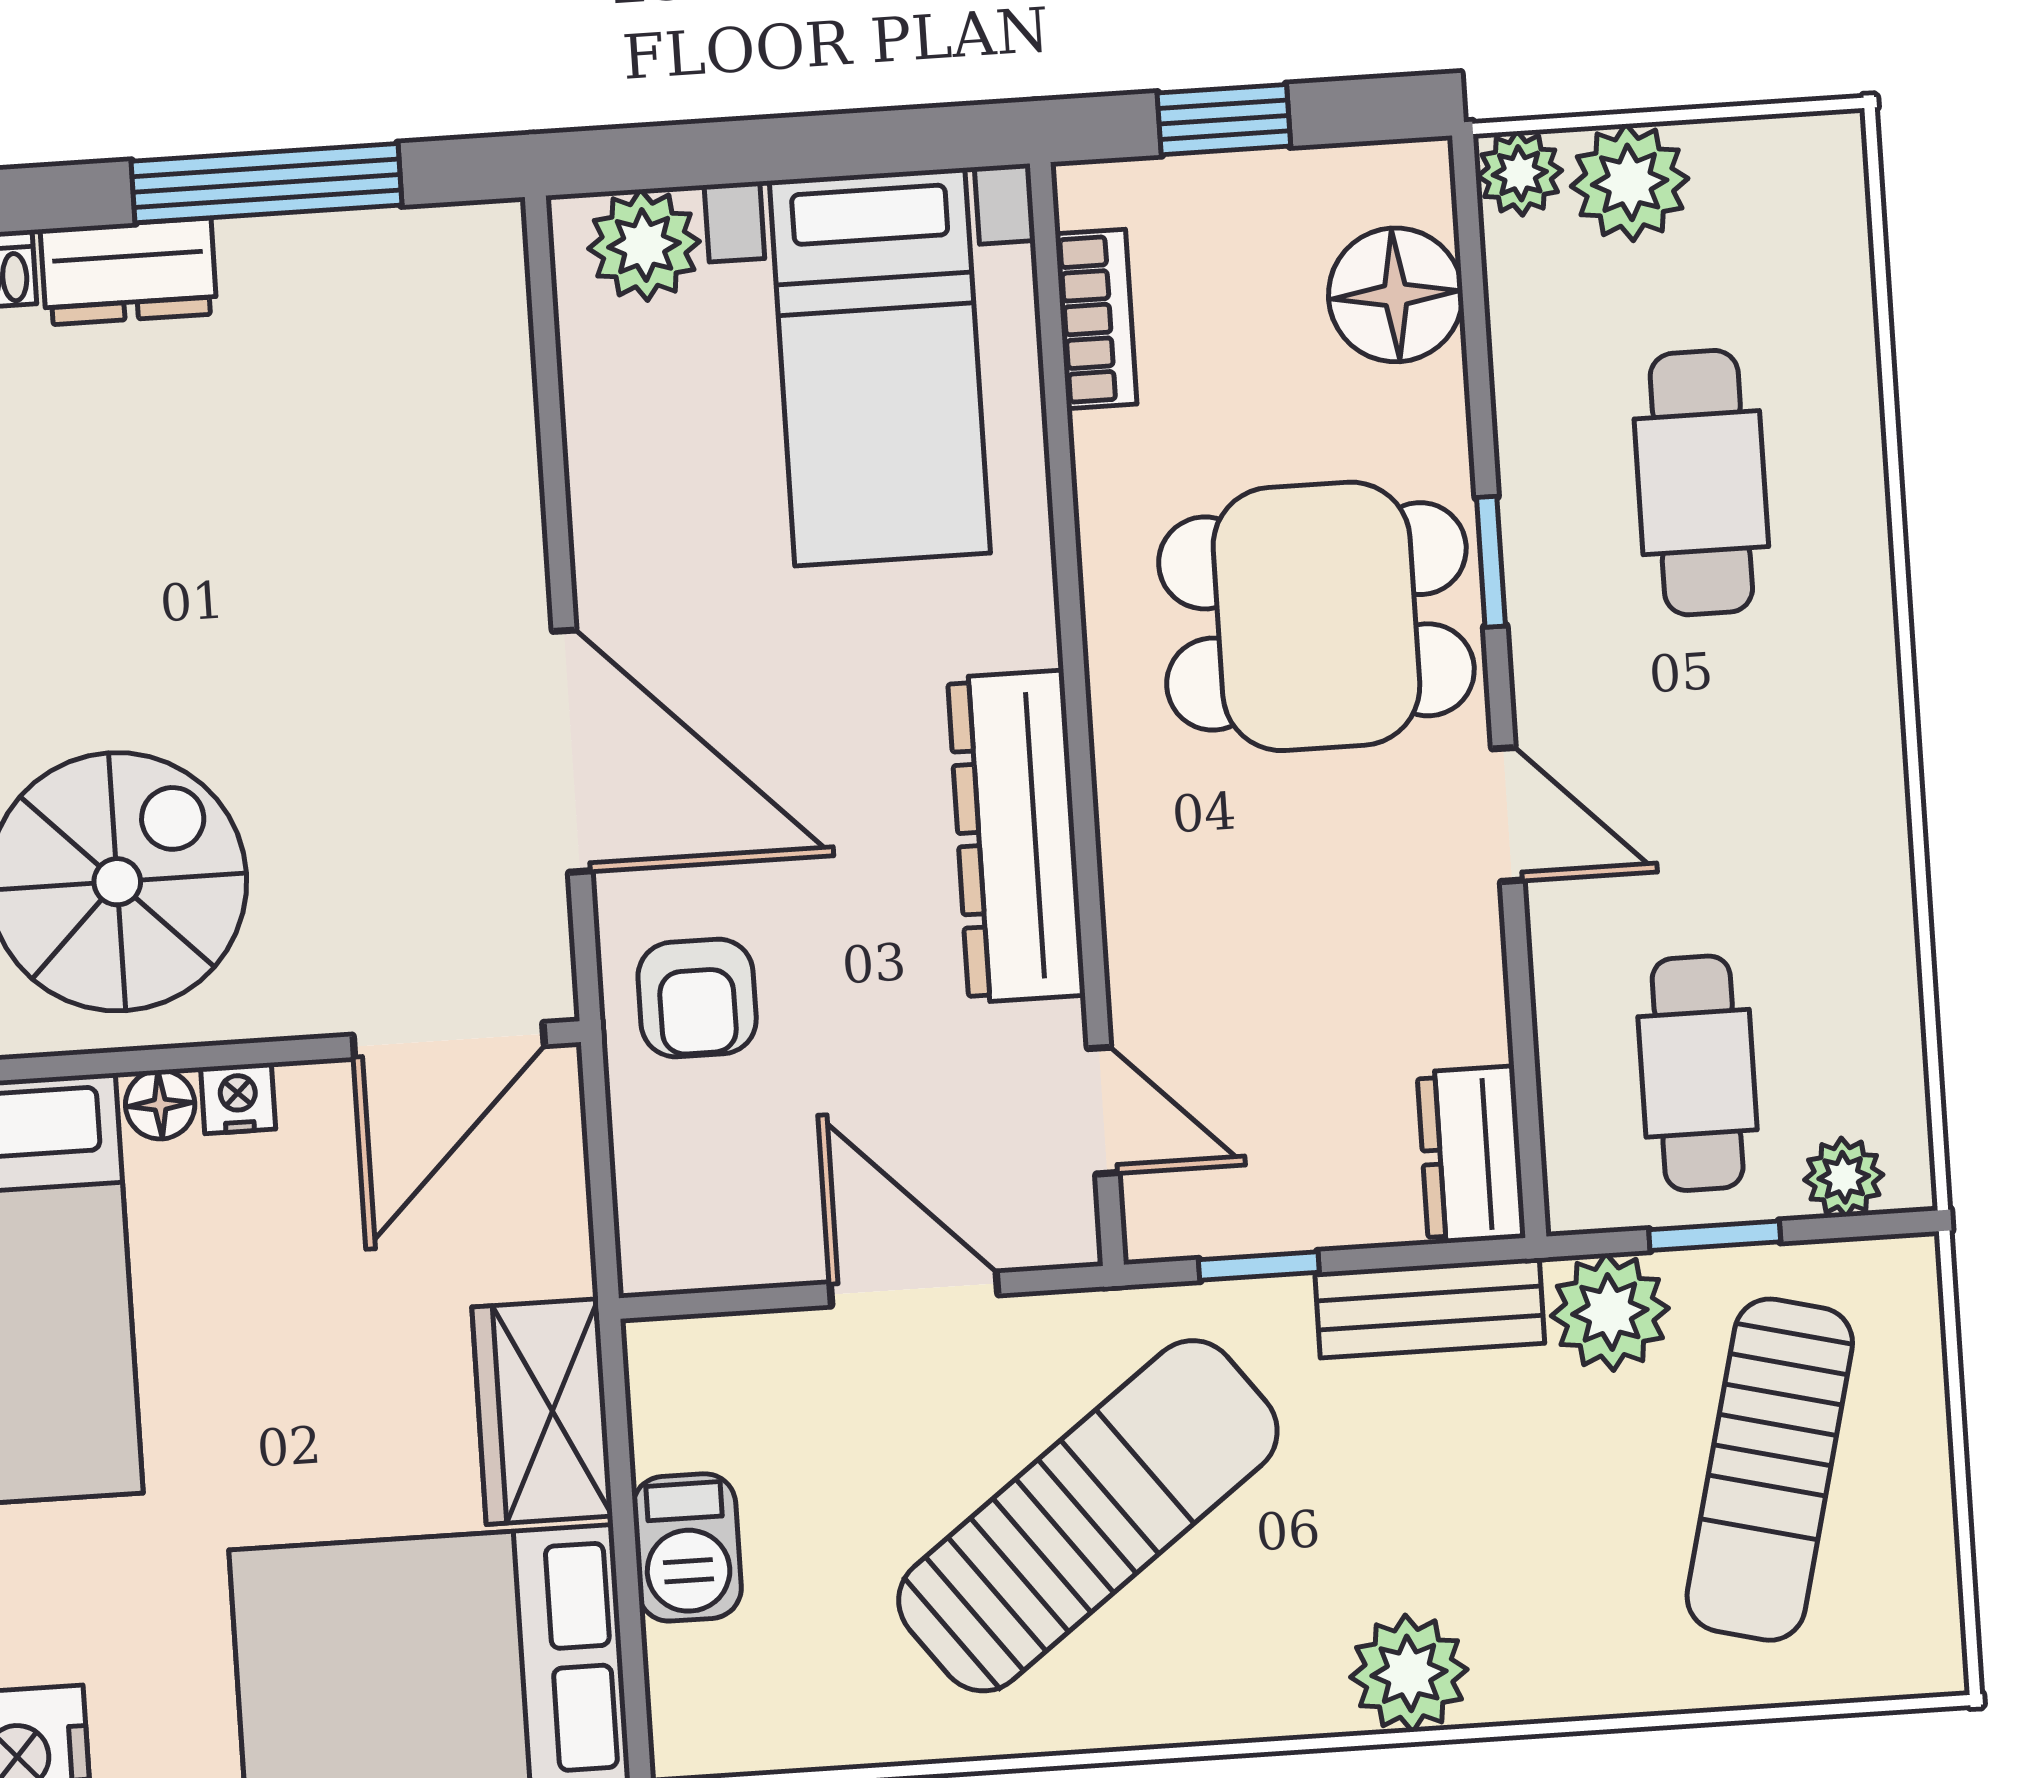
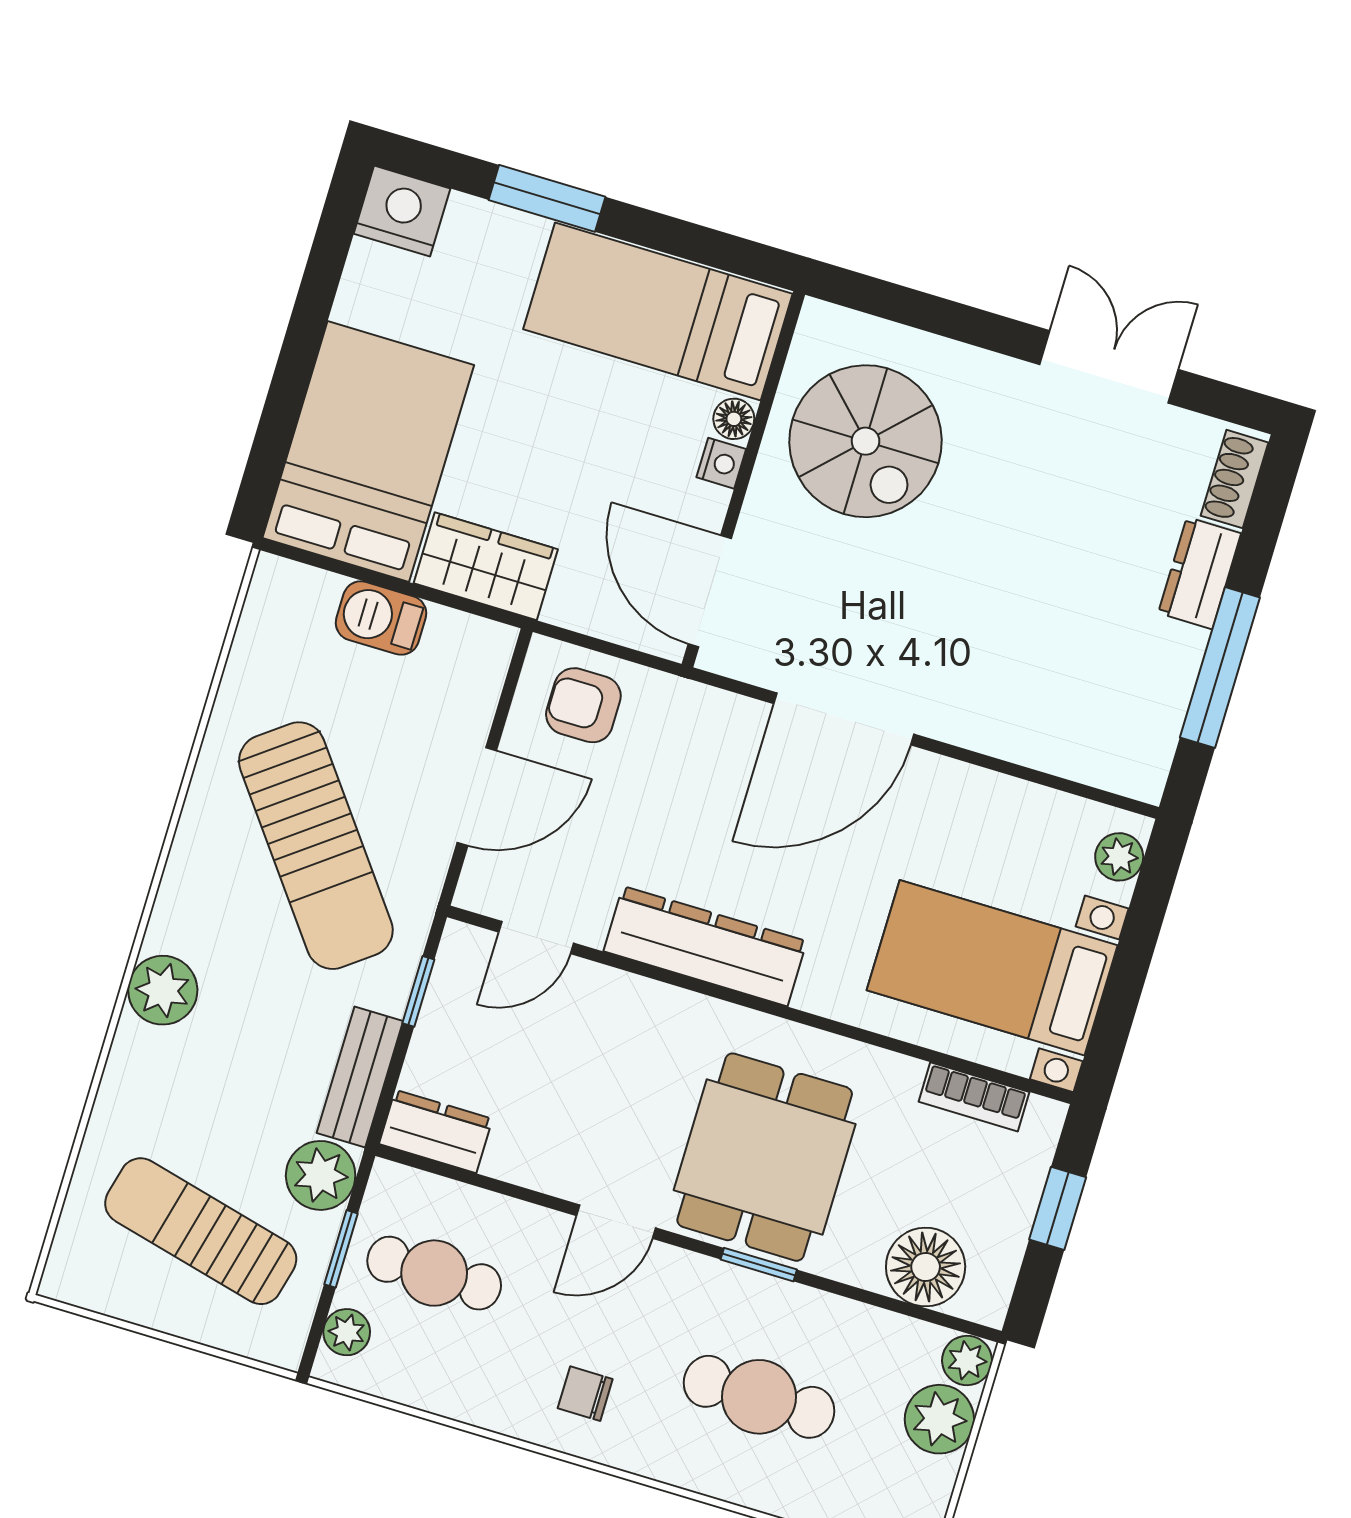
plant: (644, 245) -> (1119, 857), width x0.73, depth x0.73
chair: (1800, 761) -> (585, 1394), added
armchair: (697, 998) -> (583, 705), moved

